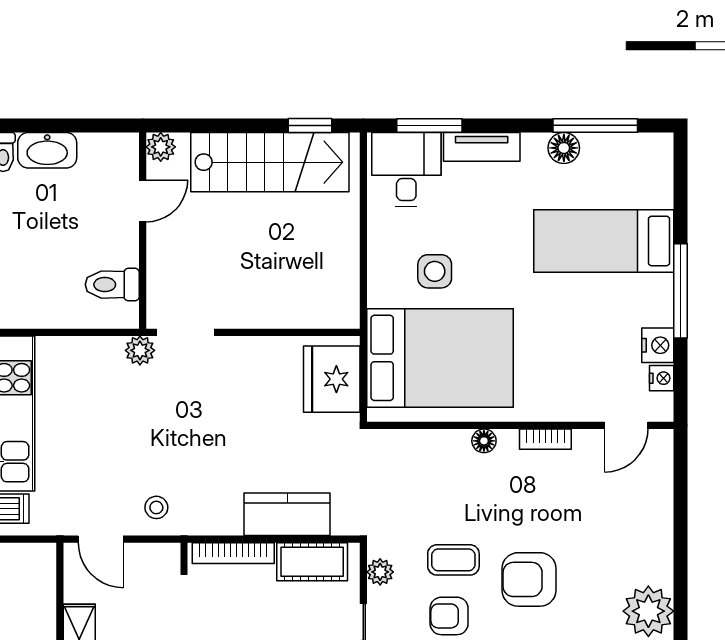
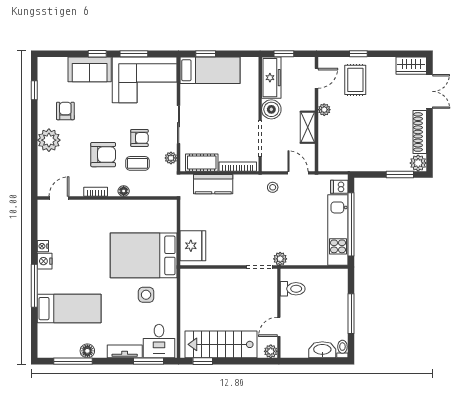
wall: (520, 425) -> (107, 198), moved
door: (626, 425) -> (59, 198), moved
bookcase: (545, 439) -> (96, 192), moved
floor lamp: (484, 441) -> (124, 191), moved

